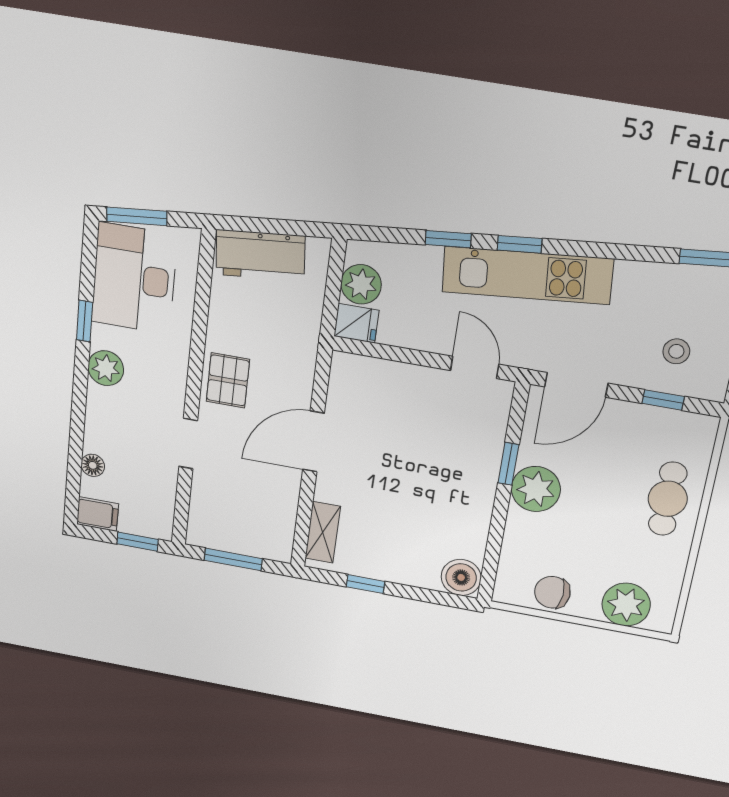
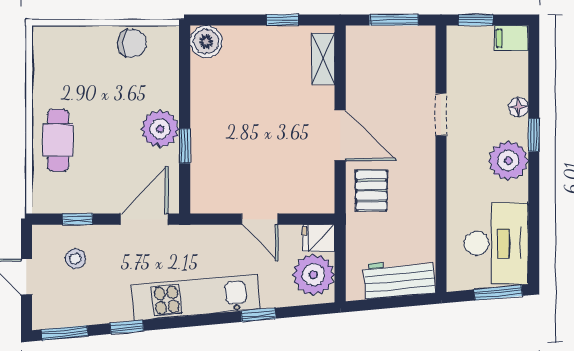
window: (520, 244) -> (127, 327), moved
plant: (361, 284) -> (313, 275), width x1.36, depth x1.36
window: (85, 321) -> (534, 135), moved
door: (475, 367) -> (260, 219), moved
plant: (106, 368) -> (508, 161), width x1.36, depth x1.36
pallet: (228, 380) -> (371, 191), moved
door: (313, 441) -> (340, 135), hinge flipped
floor lamp: (93, 465) -> (518, 107), moved
plant: (626, 605) -> (72, 44), removed

